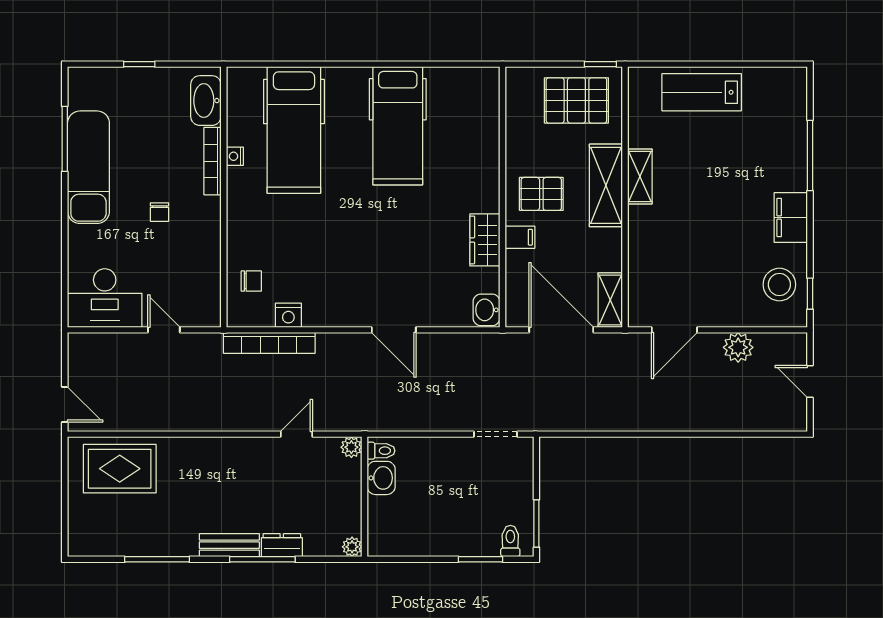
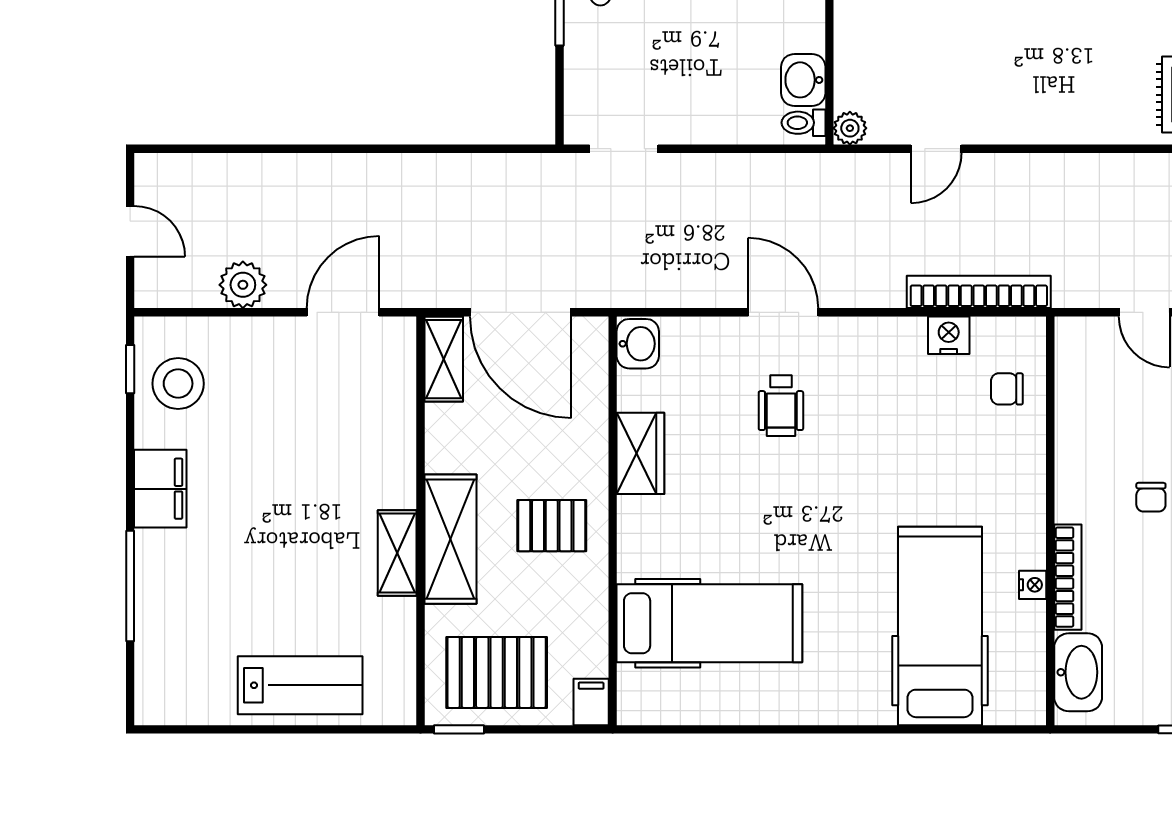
hospital bed: (398, 126) -> (709, 623), moved, turned 90
chair: (160, 212) -> (1151, 497), turned 180
filing cabinet: (520, 237) -> (591, 702), moved, turned 90
wheelchair: (395, 270) -> (781, 406), added

